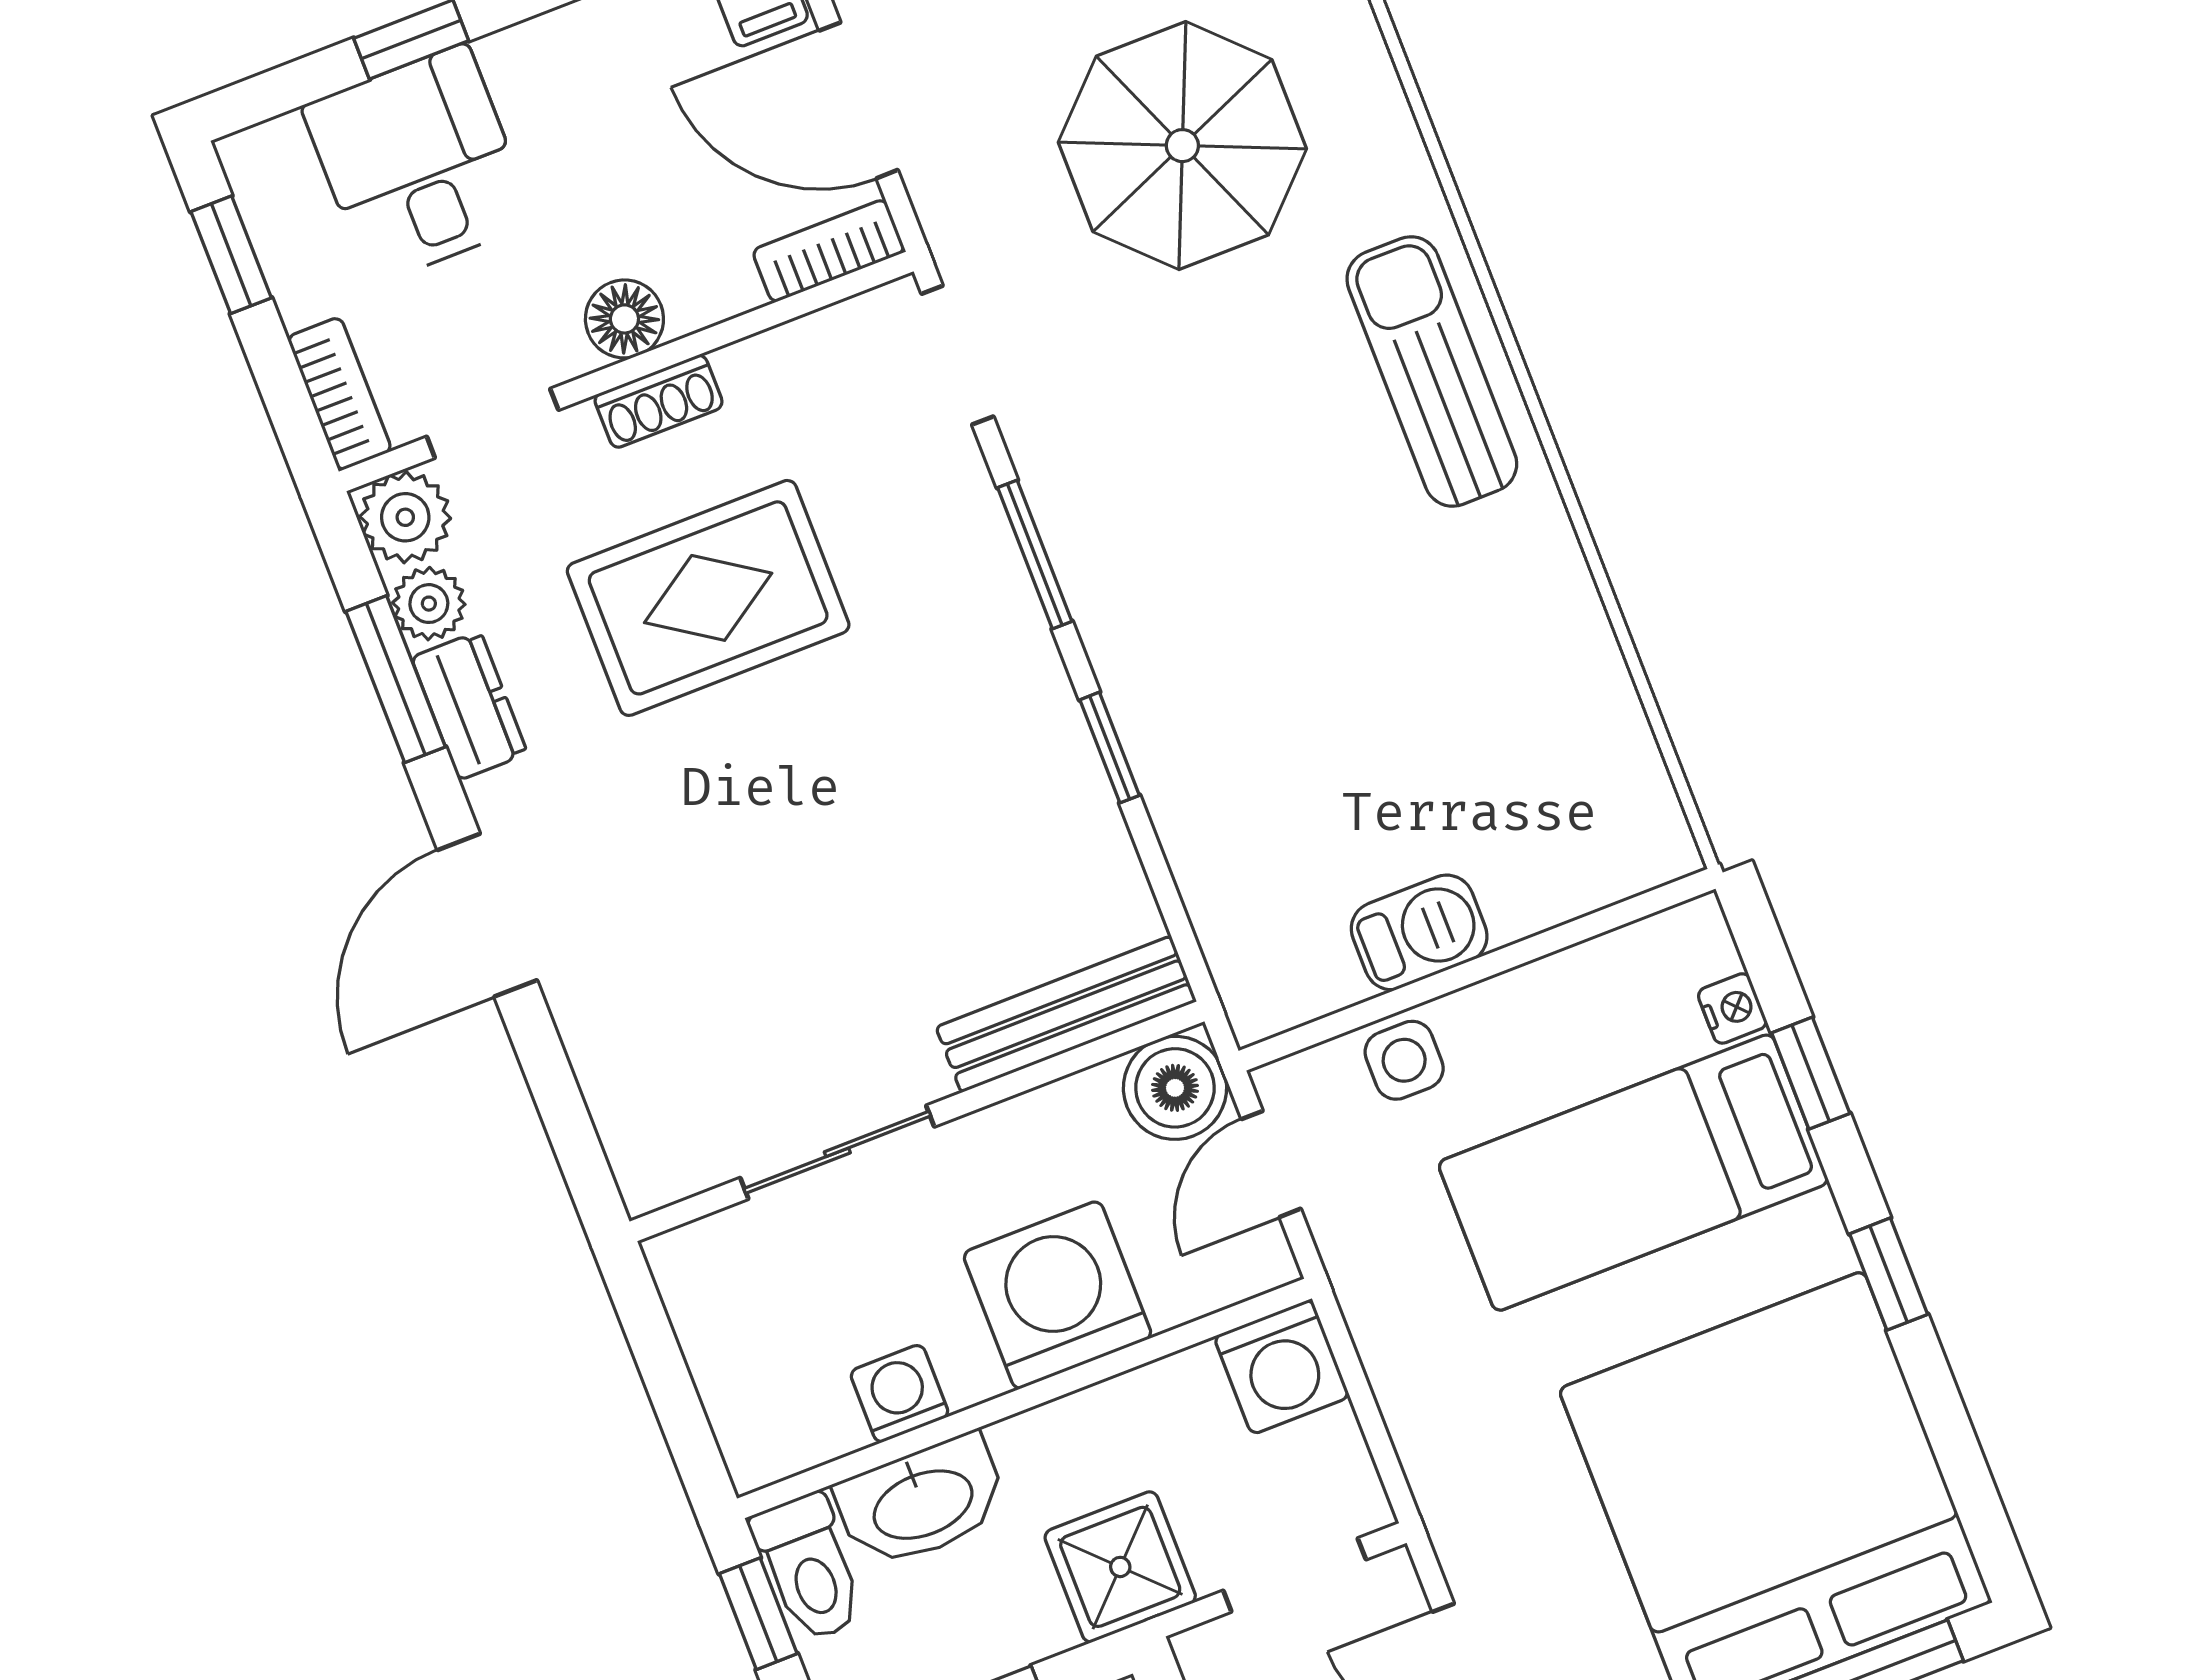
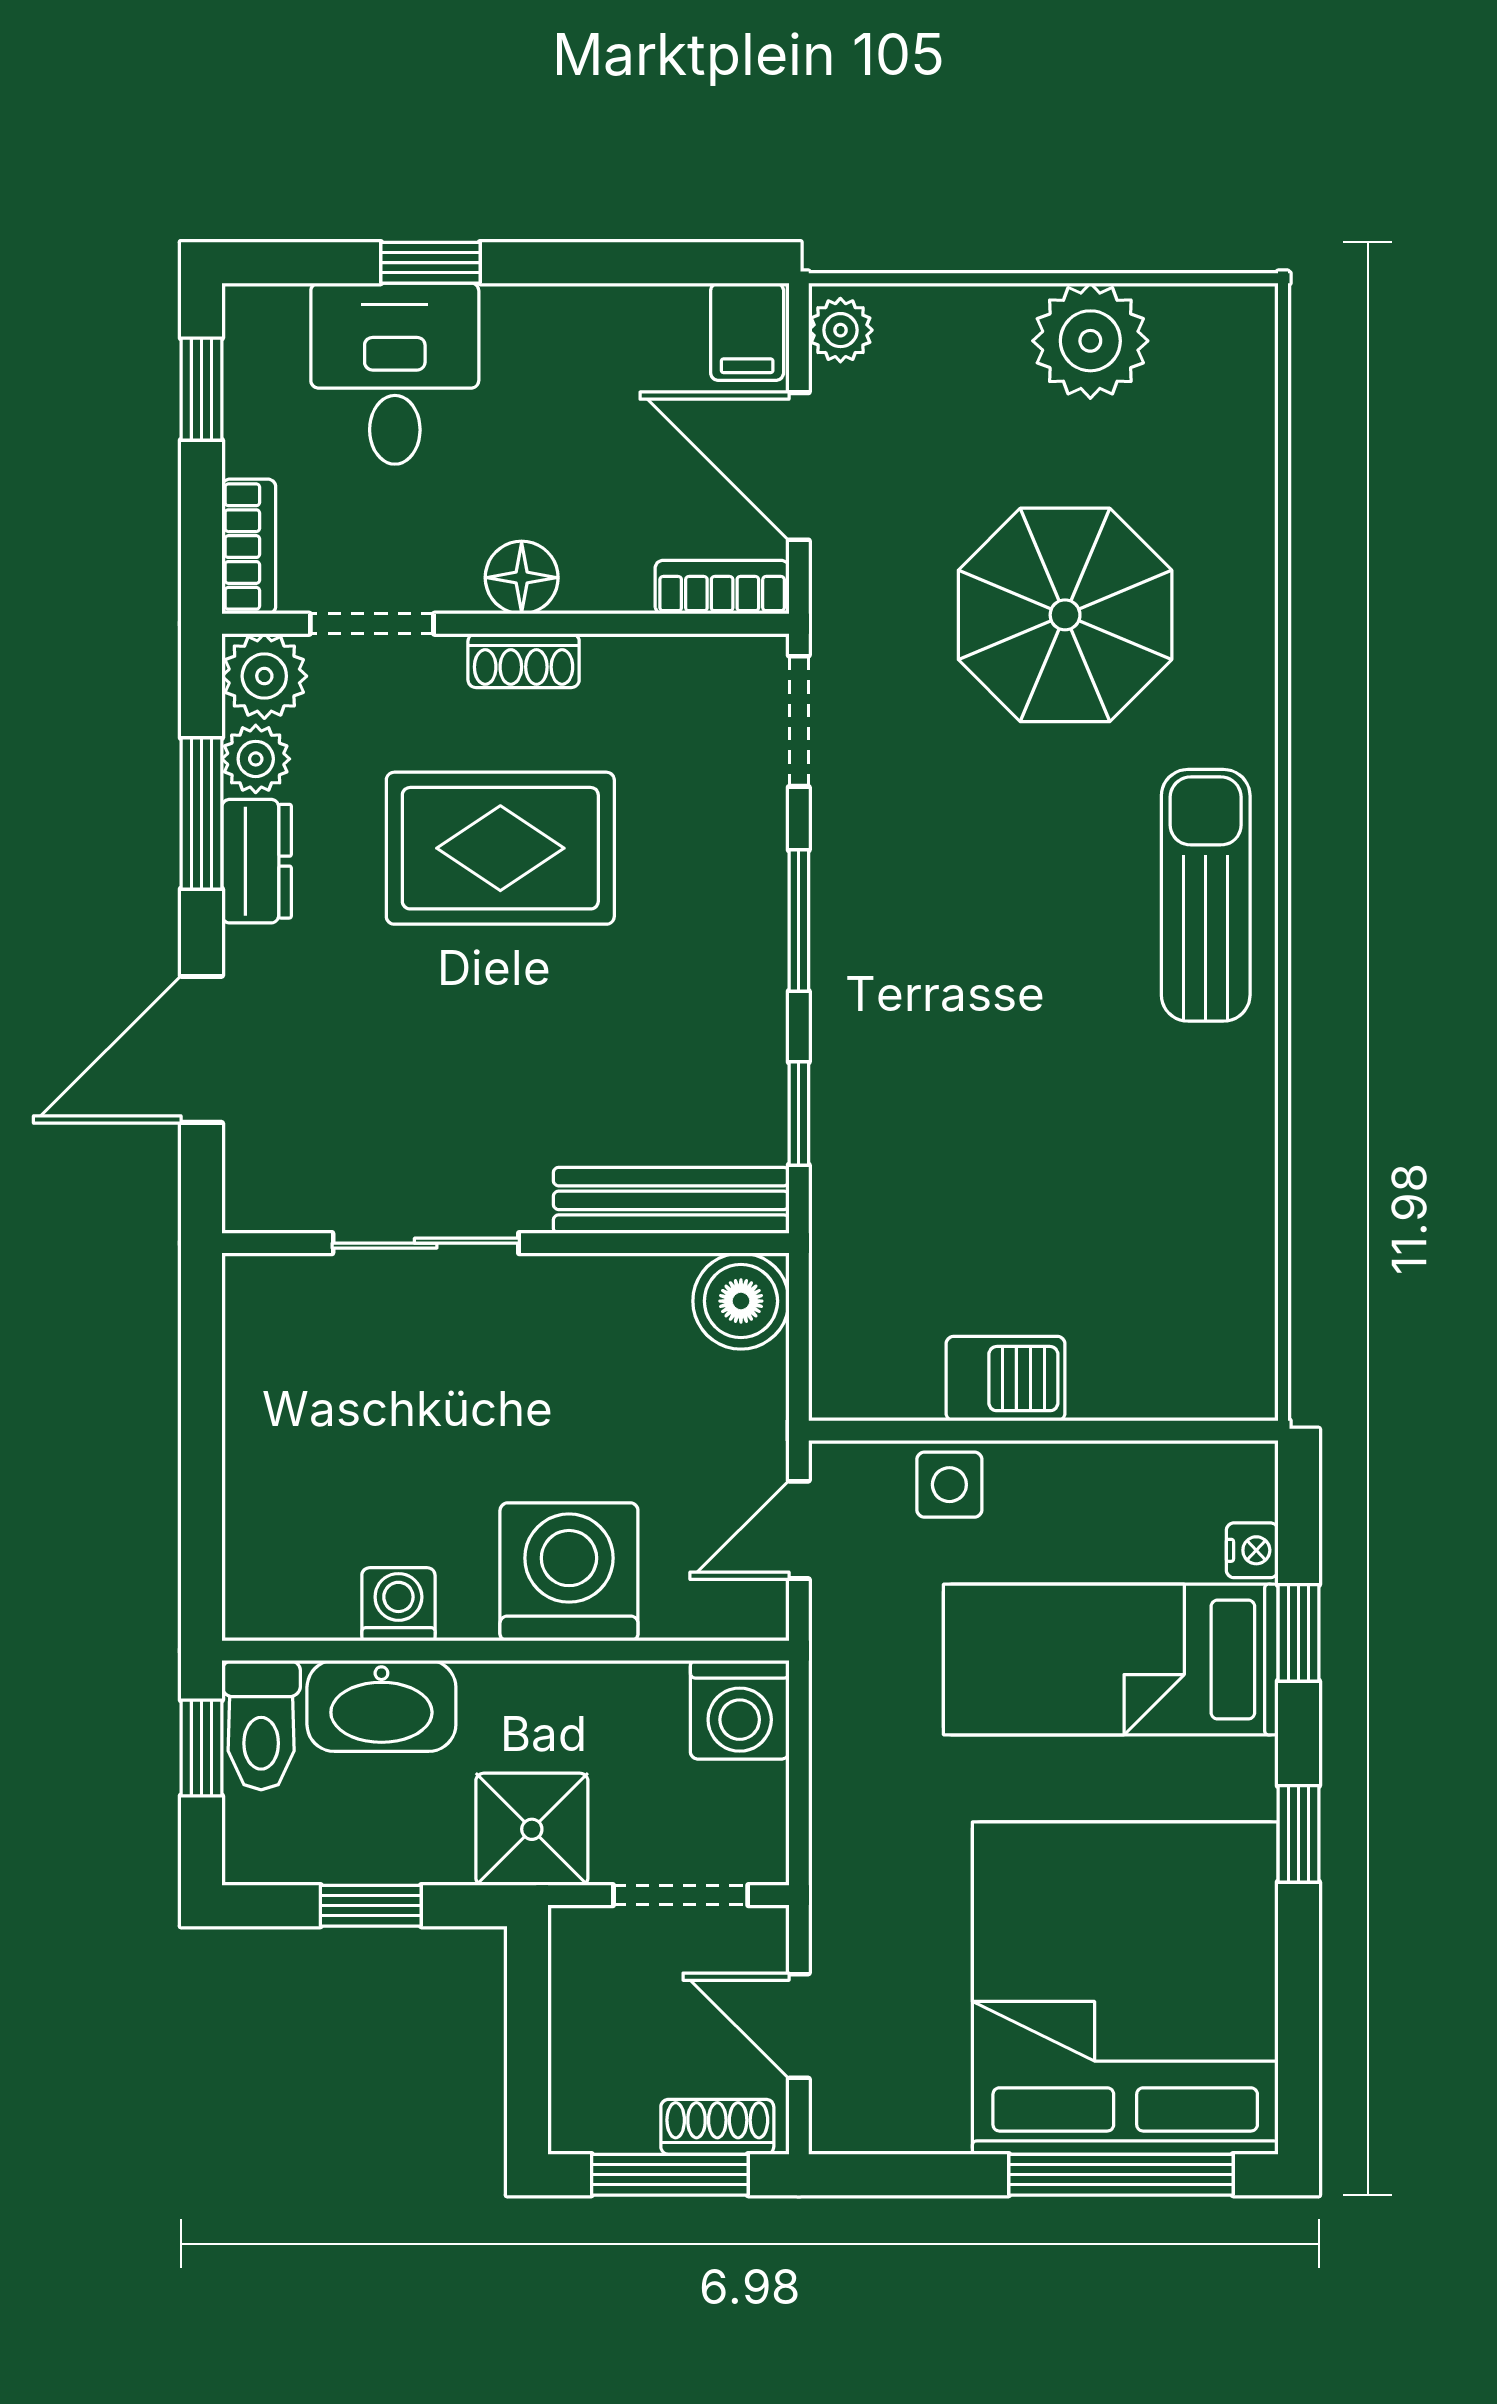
bench: (1066, 1014) -> (671, 1200), moved
boiler: (1175, 1088) -> (741, 1301), moved
wall: (917, 1121) -> (505, 1243), moved
sliding door: (837, 1152) -> (426, 1243), moved

